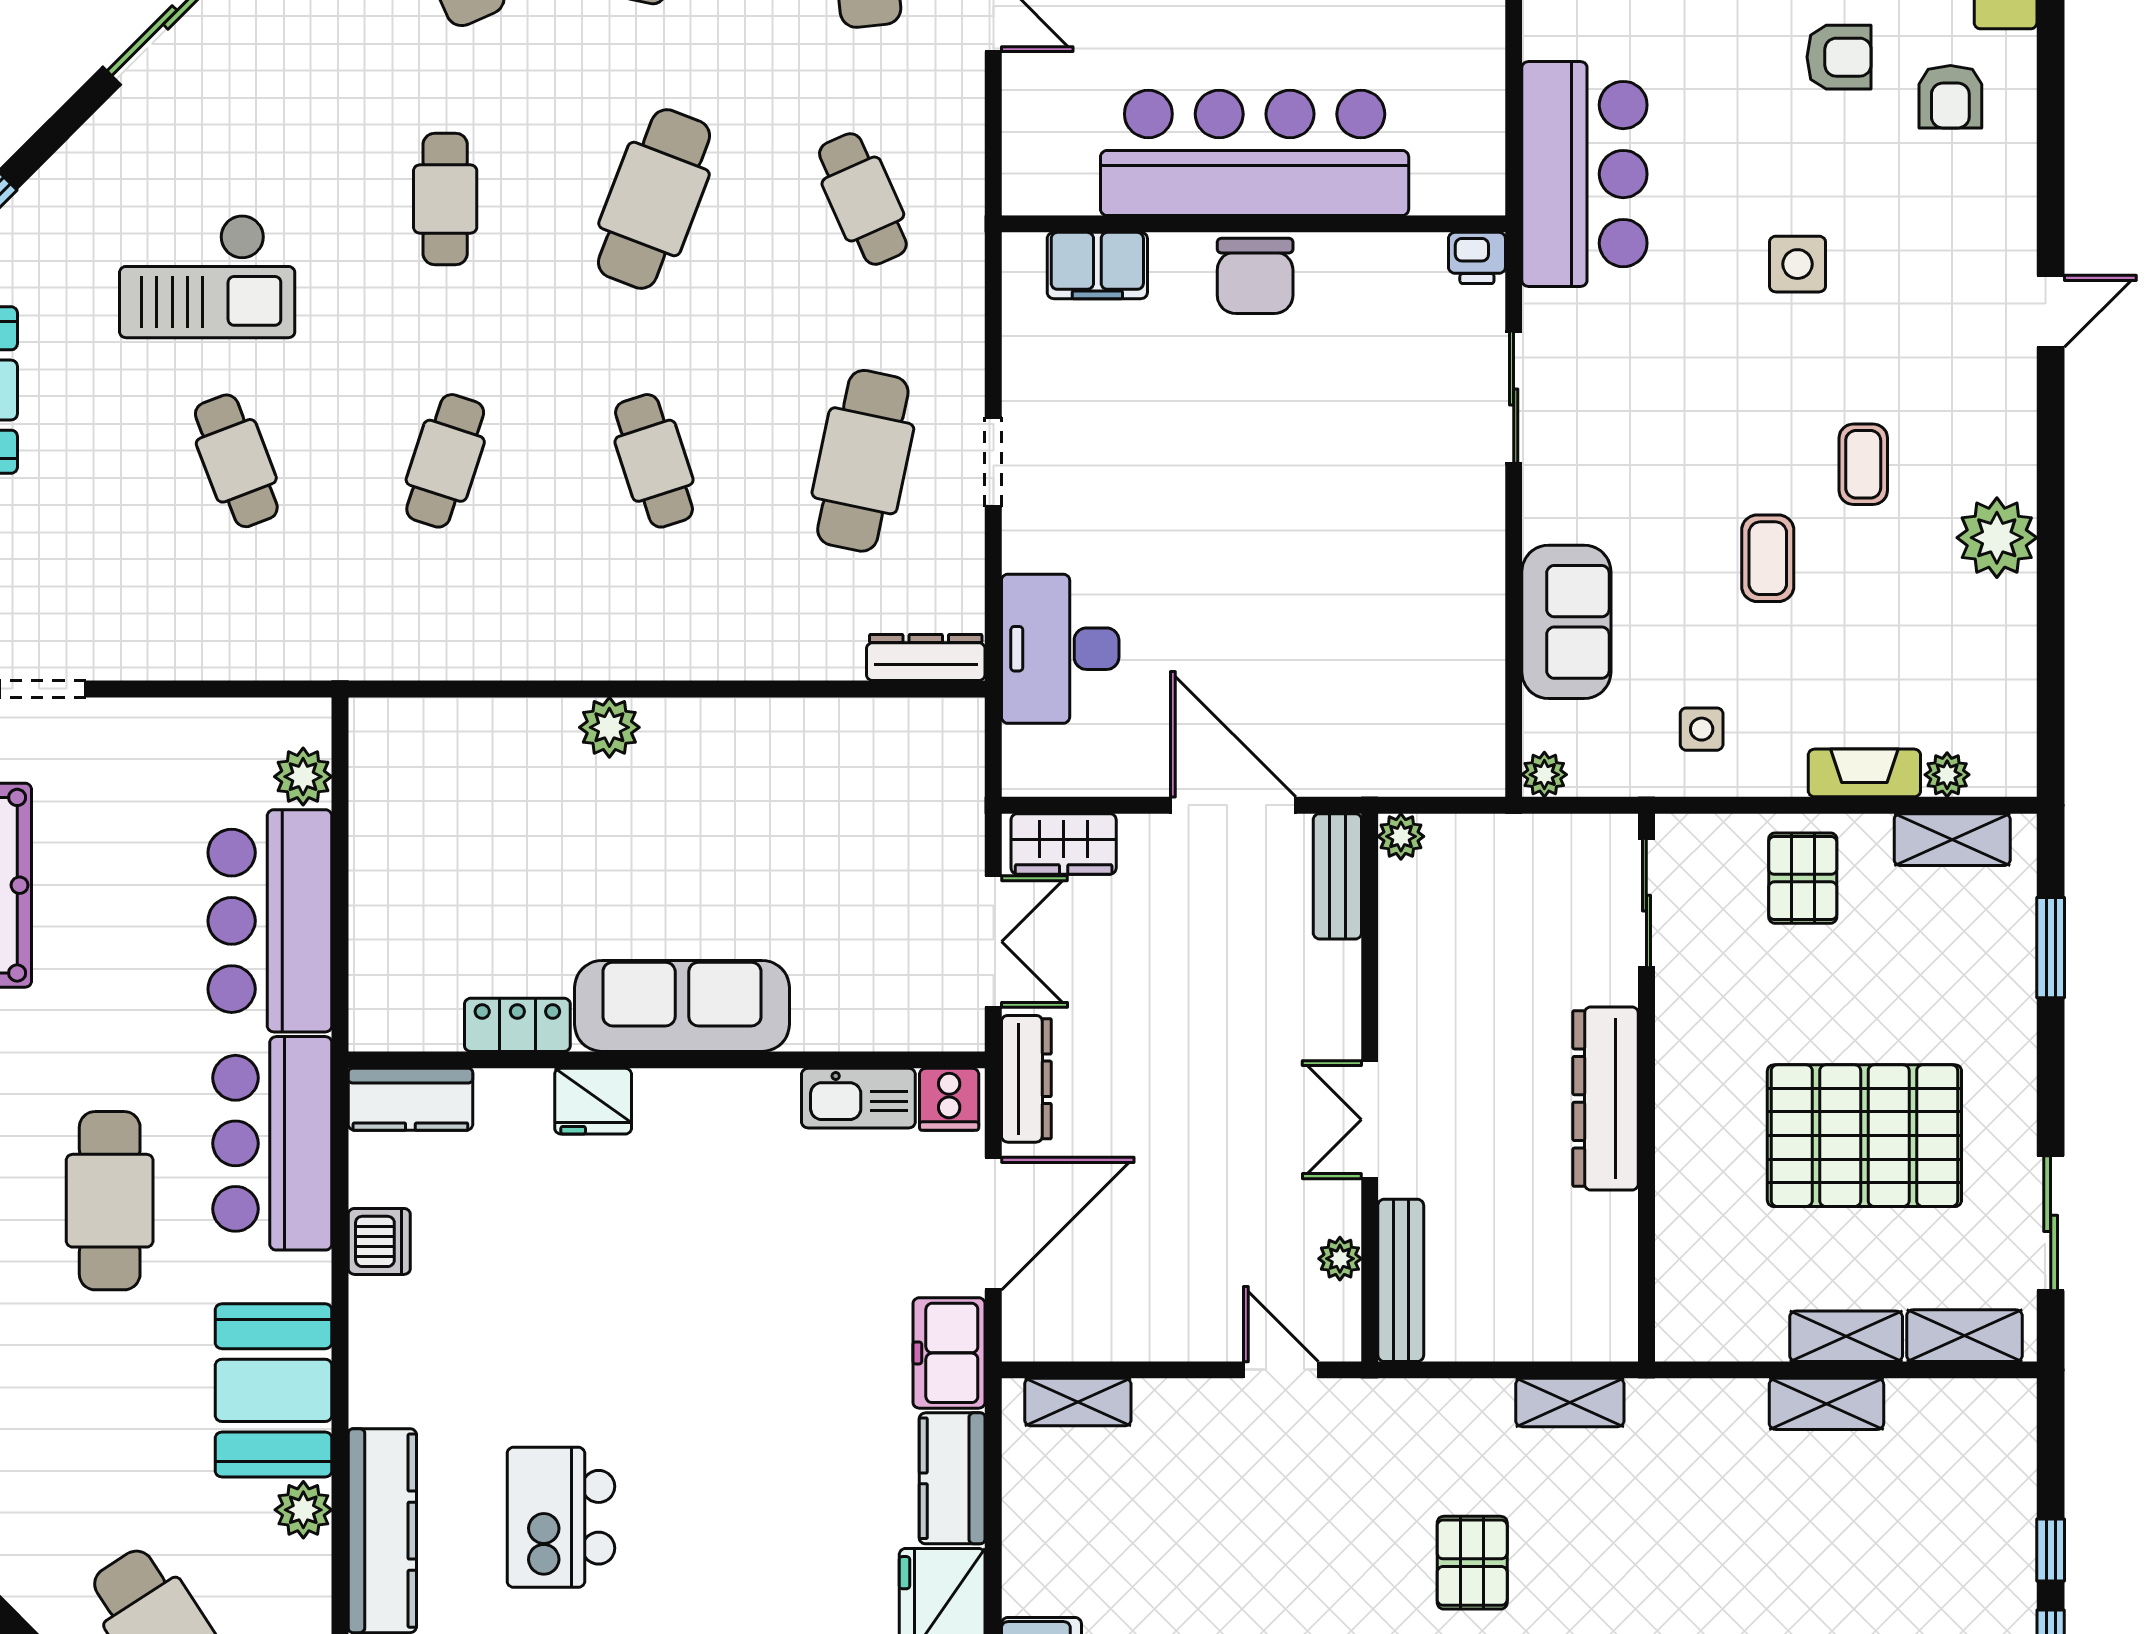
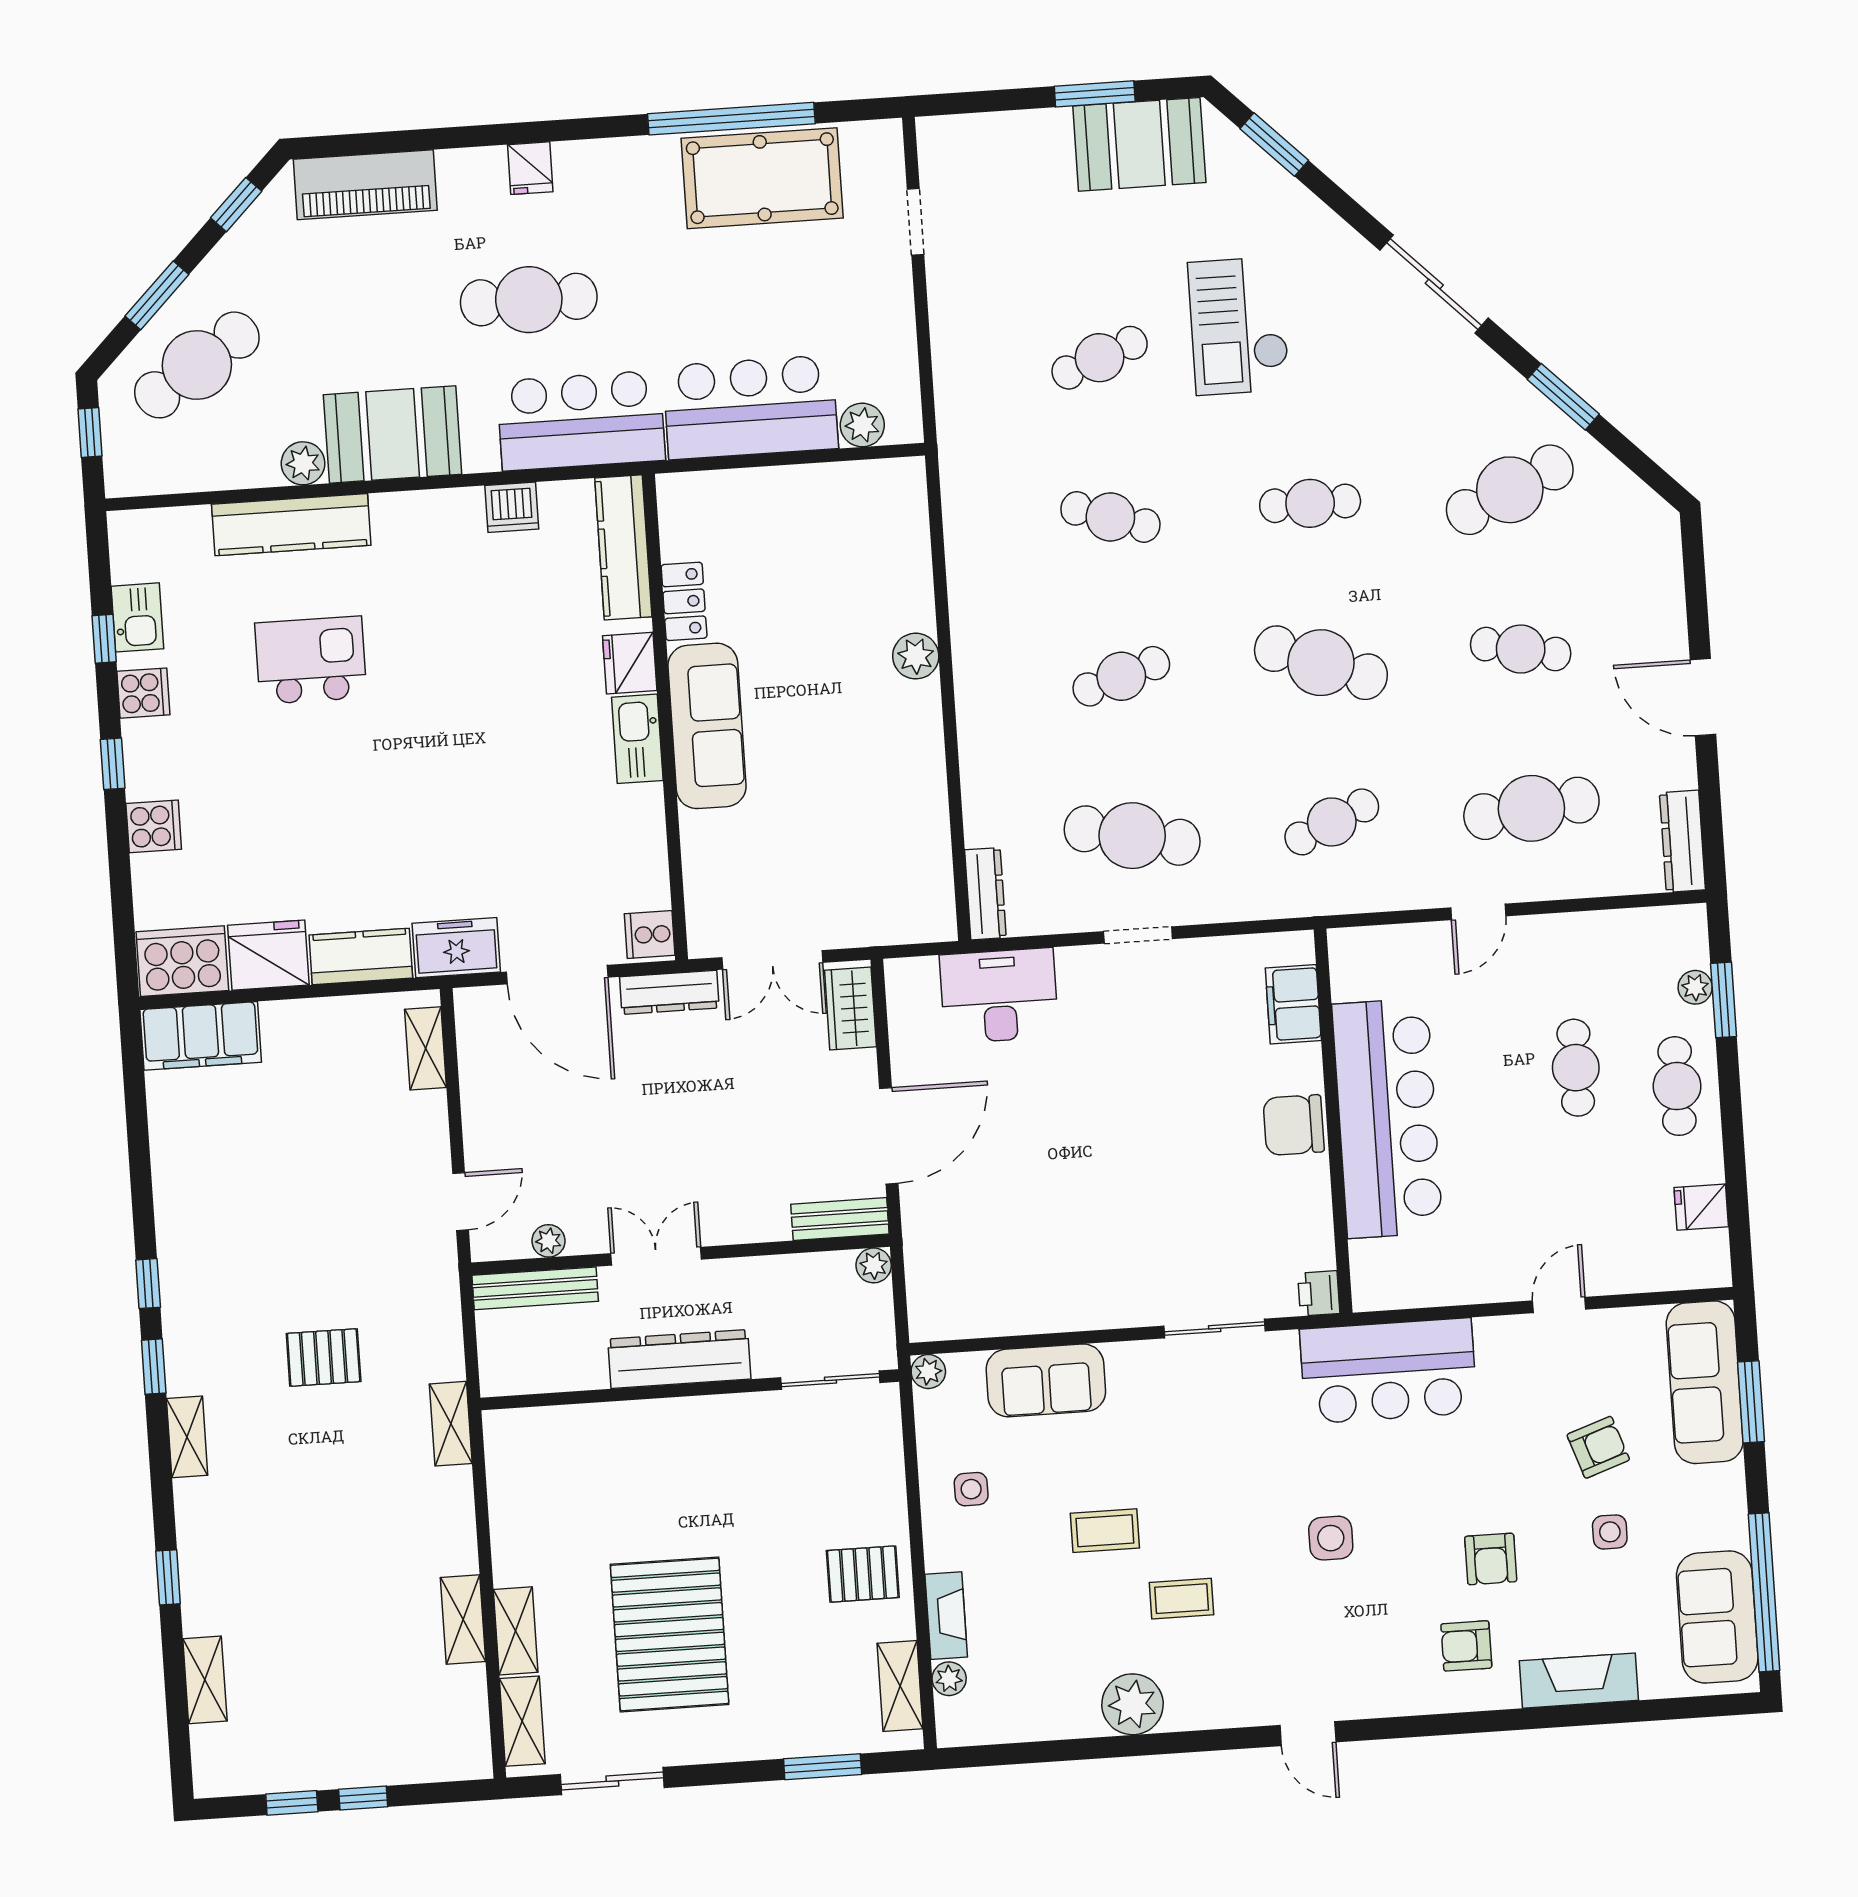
sliding door: (1646, 903) -> (830, 1380), moved
wall: (1646, 1088) -> (690, 1390), moved
kitchen sink: (858, 1098) -> (637, 739), moved
dresser: (1606, 1098) -> (679, 1359), moved
kitchen counter: (410, 1099) -> (623, 547), width x1.50

